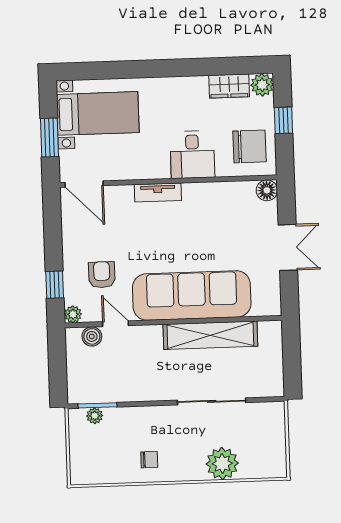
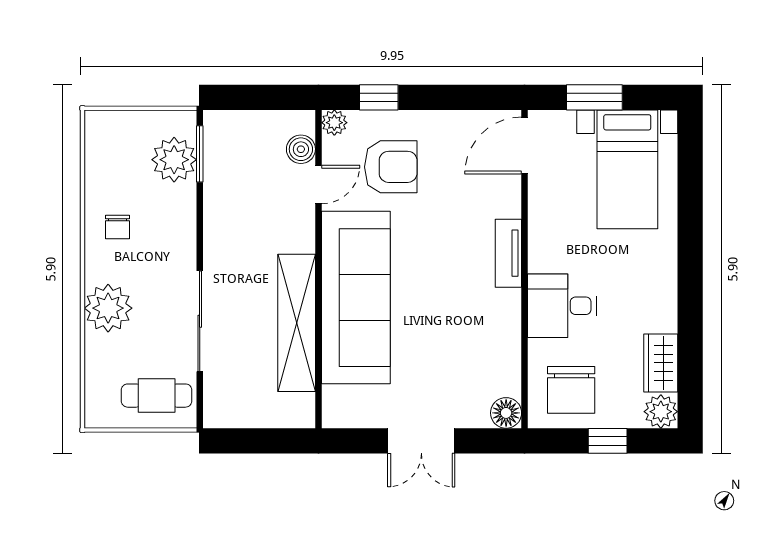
armchair: (102, 275) -> (391, 167), width x1.38, depth x1.38
plant: (95, 416) -> (174, 160), width x1.88, depth x1.88
cafe table: (263, 429) -> (157, 396), added
plant: (222, 464) -> (108, 308), moved

